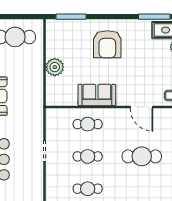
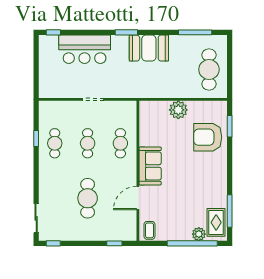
window: (71, 17) -> (230, 126), width x0.69
armchair: (107, 44) -> (208, 137), moved
sofa: (97, 95) -> (150, 166), moved

